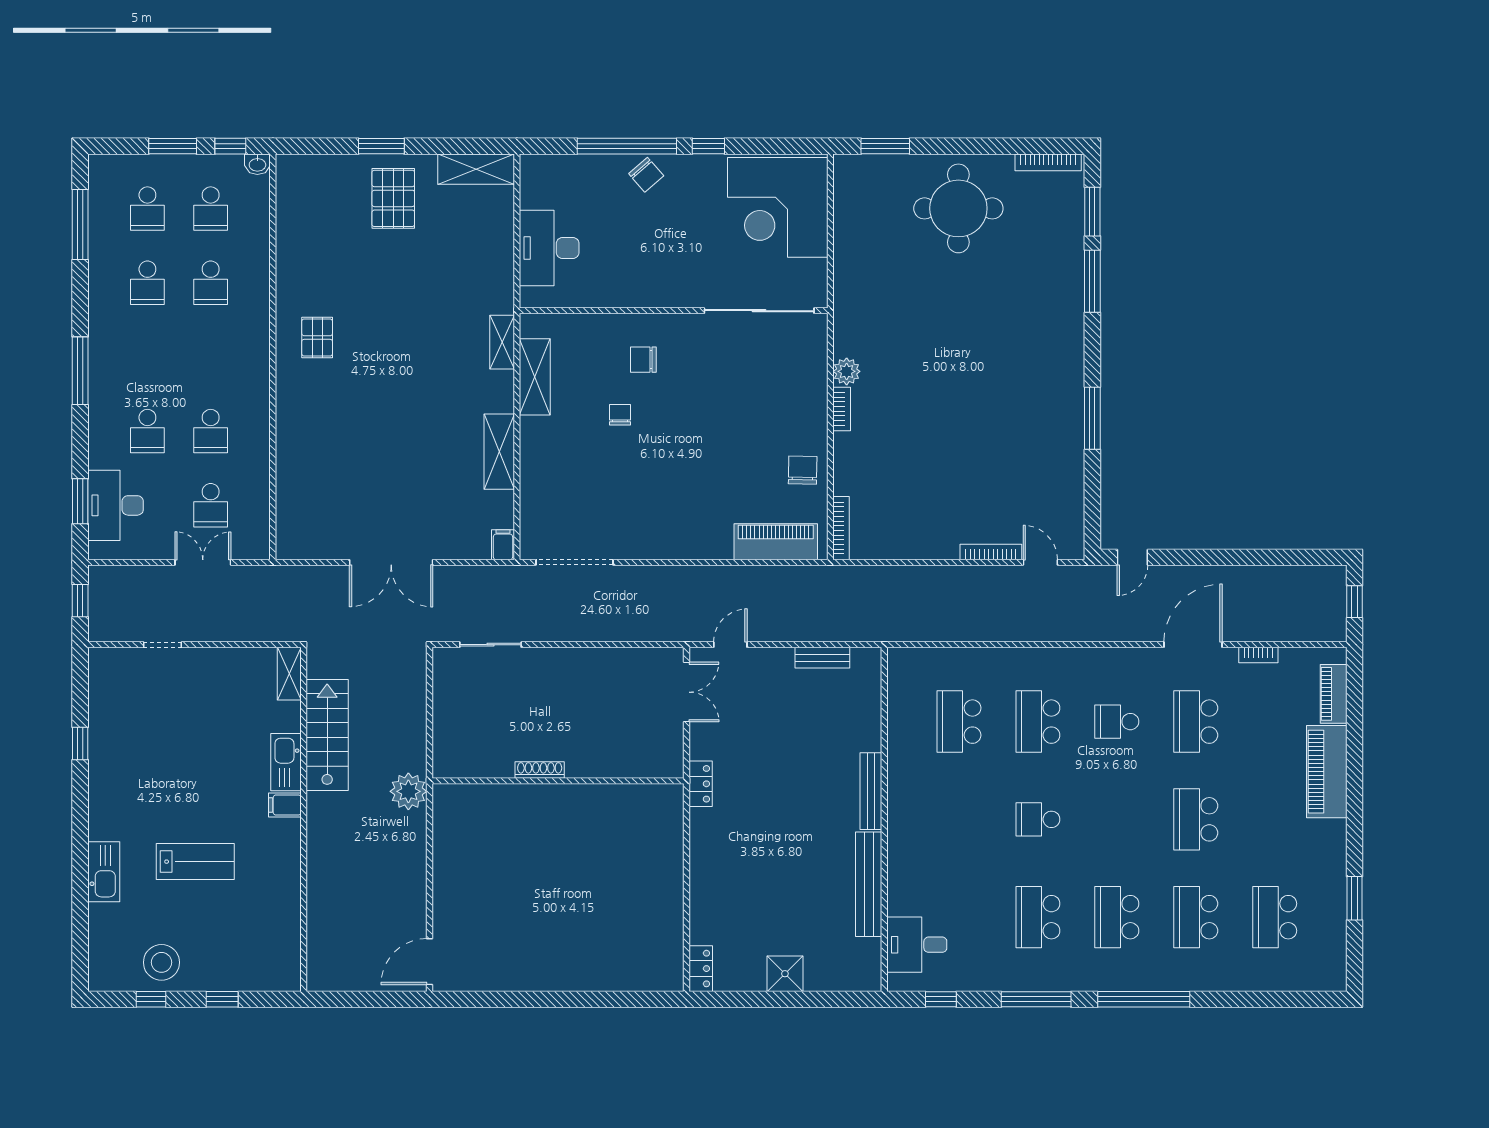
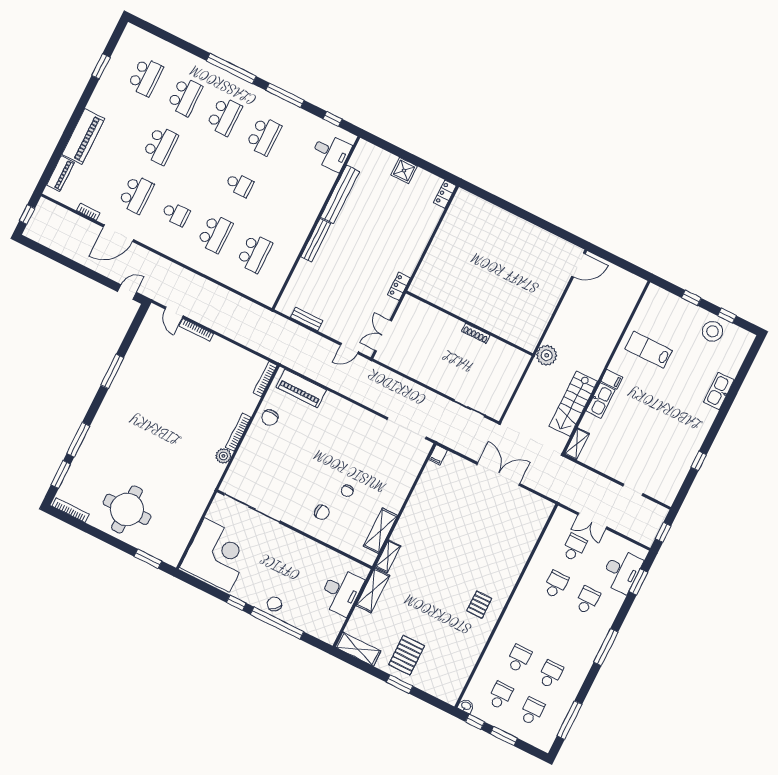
bookcase: (842, 409) -> (238, 432), width x1.56
shelving: (499, 452) -> (373, 590), moved
lab bench: (195, 862) -> (649, 350), moved

